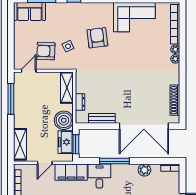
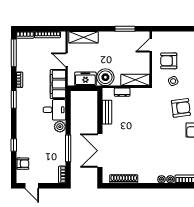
armchair: (46, 51) -> (169, 61), turned -92
door: (29, 71) -> (151, 45), swing flipped
window: (11, 99) -> (125, 29), width x0.69
double door: (144, 126) -> (100, 151), width x0.73
window: (76, 144) -> (83, 88), removed
window: (114, 161) -> (68, 148), moved
plant: (144, 170) -> (60, 127), moved

